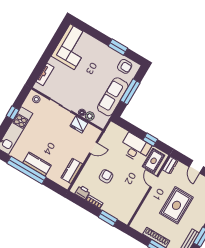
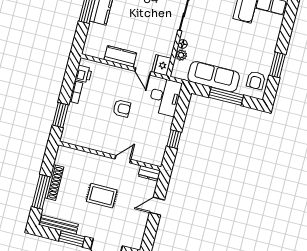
fridge: (79, 125) -> (161, 65), moved
desk: (135, 148) -> (165, 97), moved
rug: (154, 161) -> (149, 151), removed
kitchen counter: (72, 171) -> (120, 56), moved
armchair: (106, 176) -> (122, 108), moved
rug: (176, 205) -> (102, 196), width x0.73, depth x0.70

